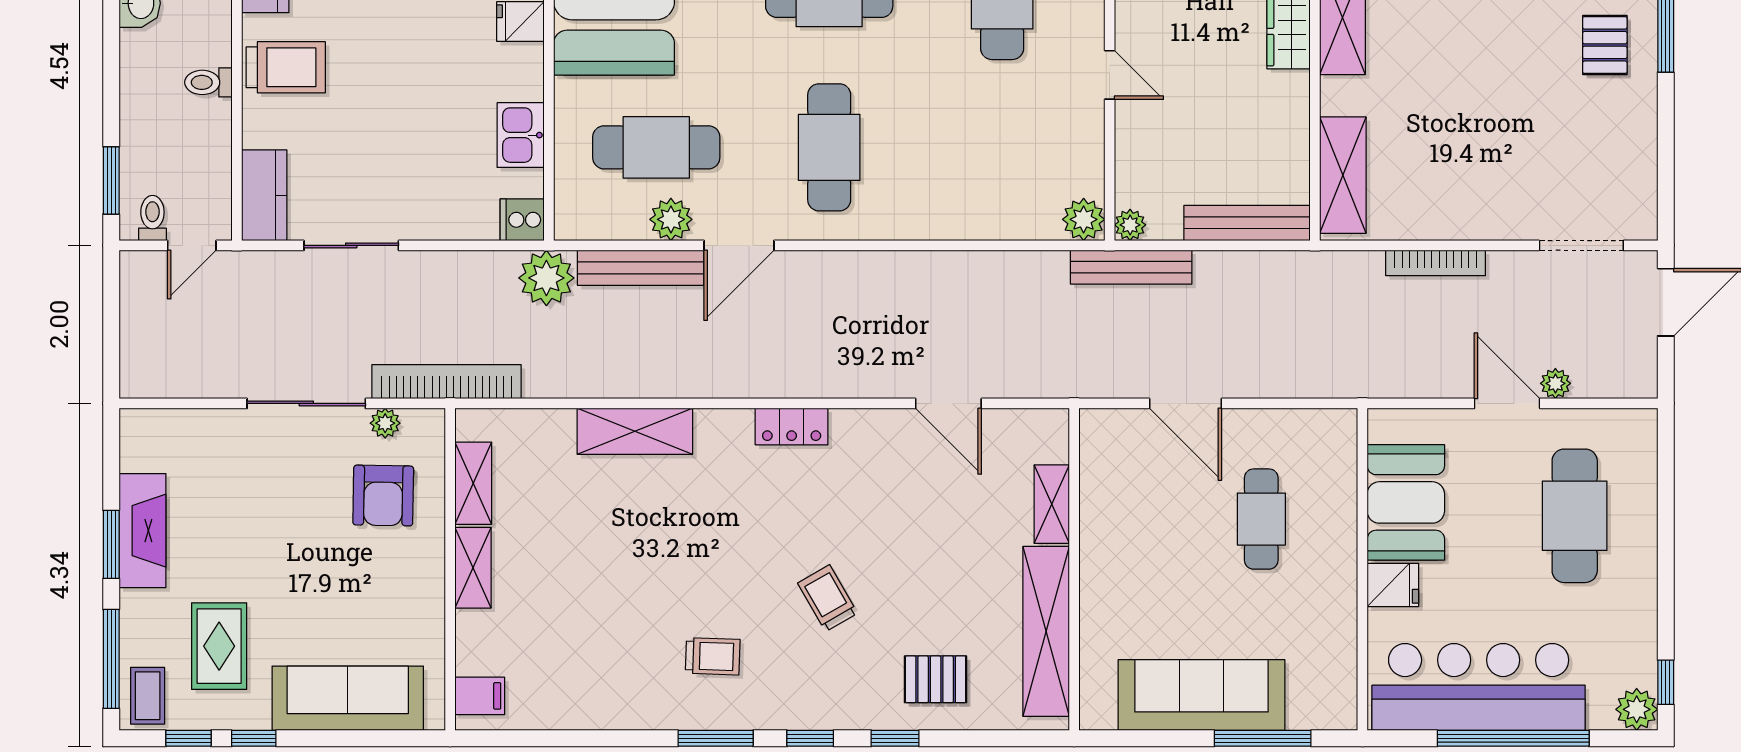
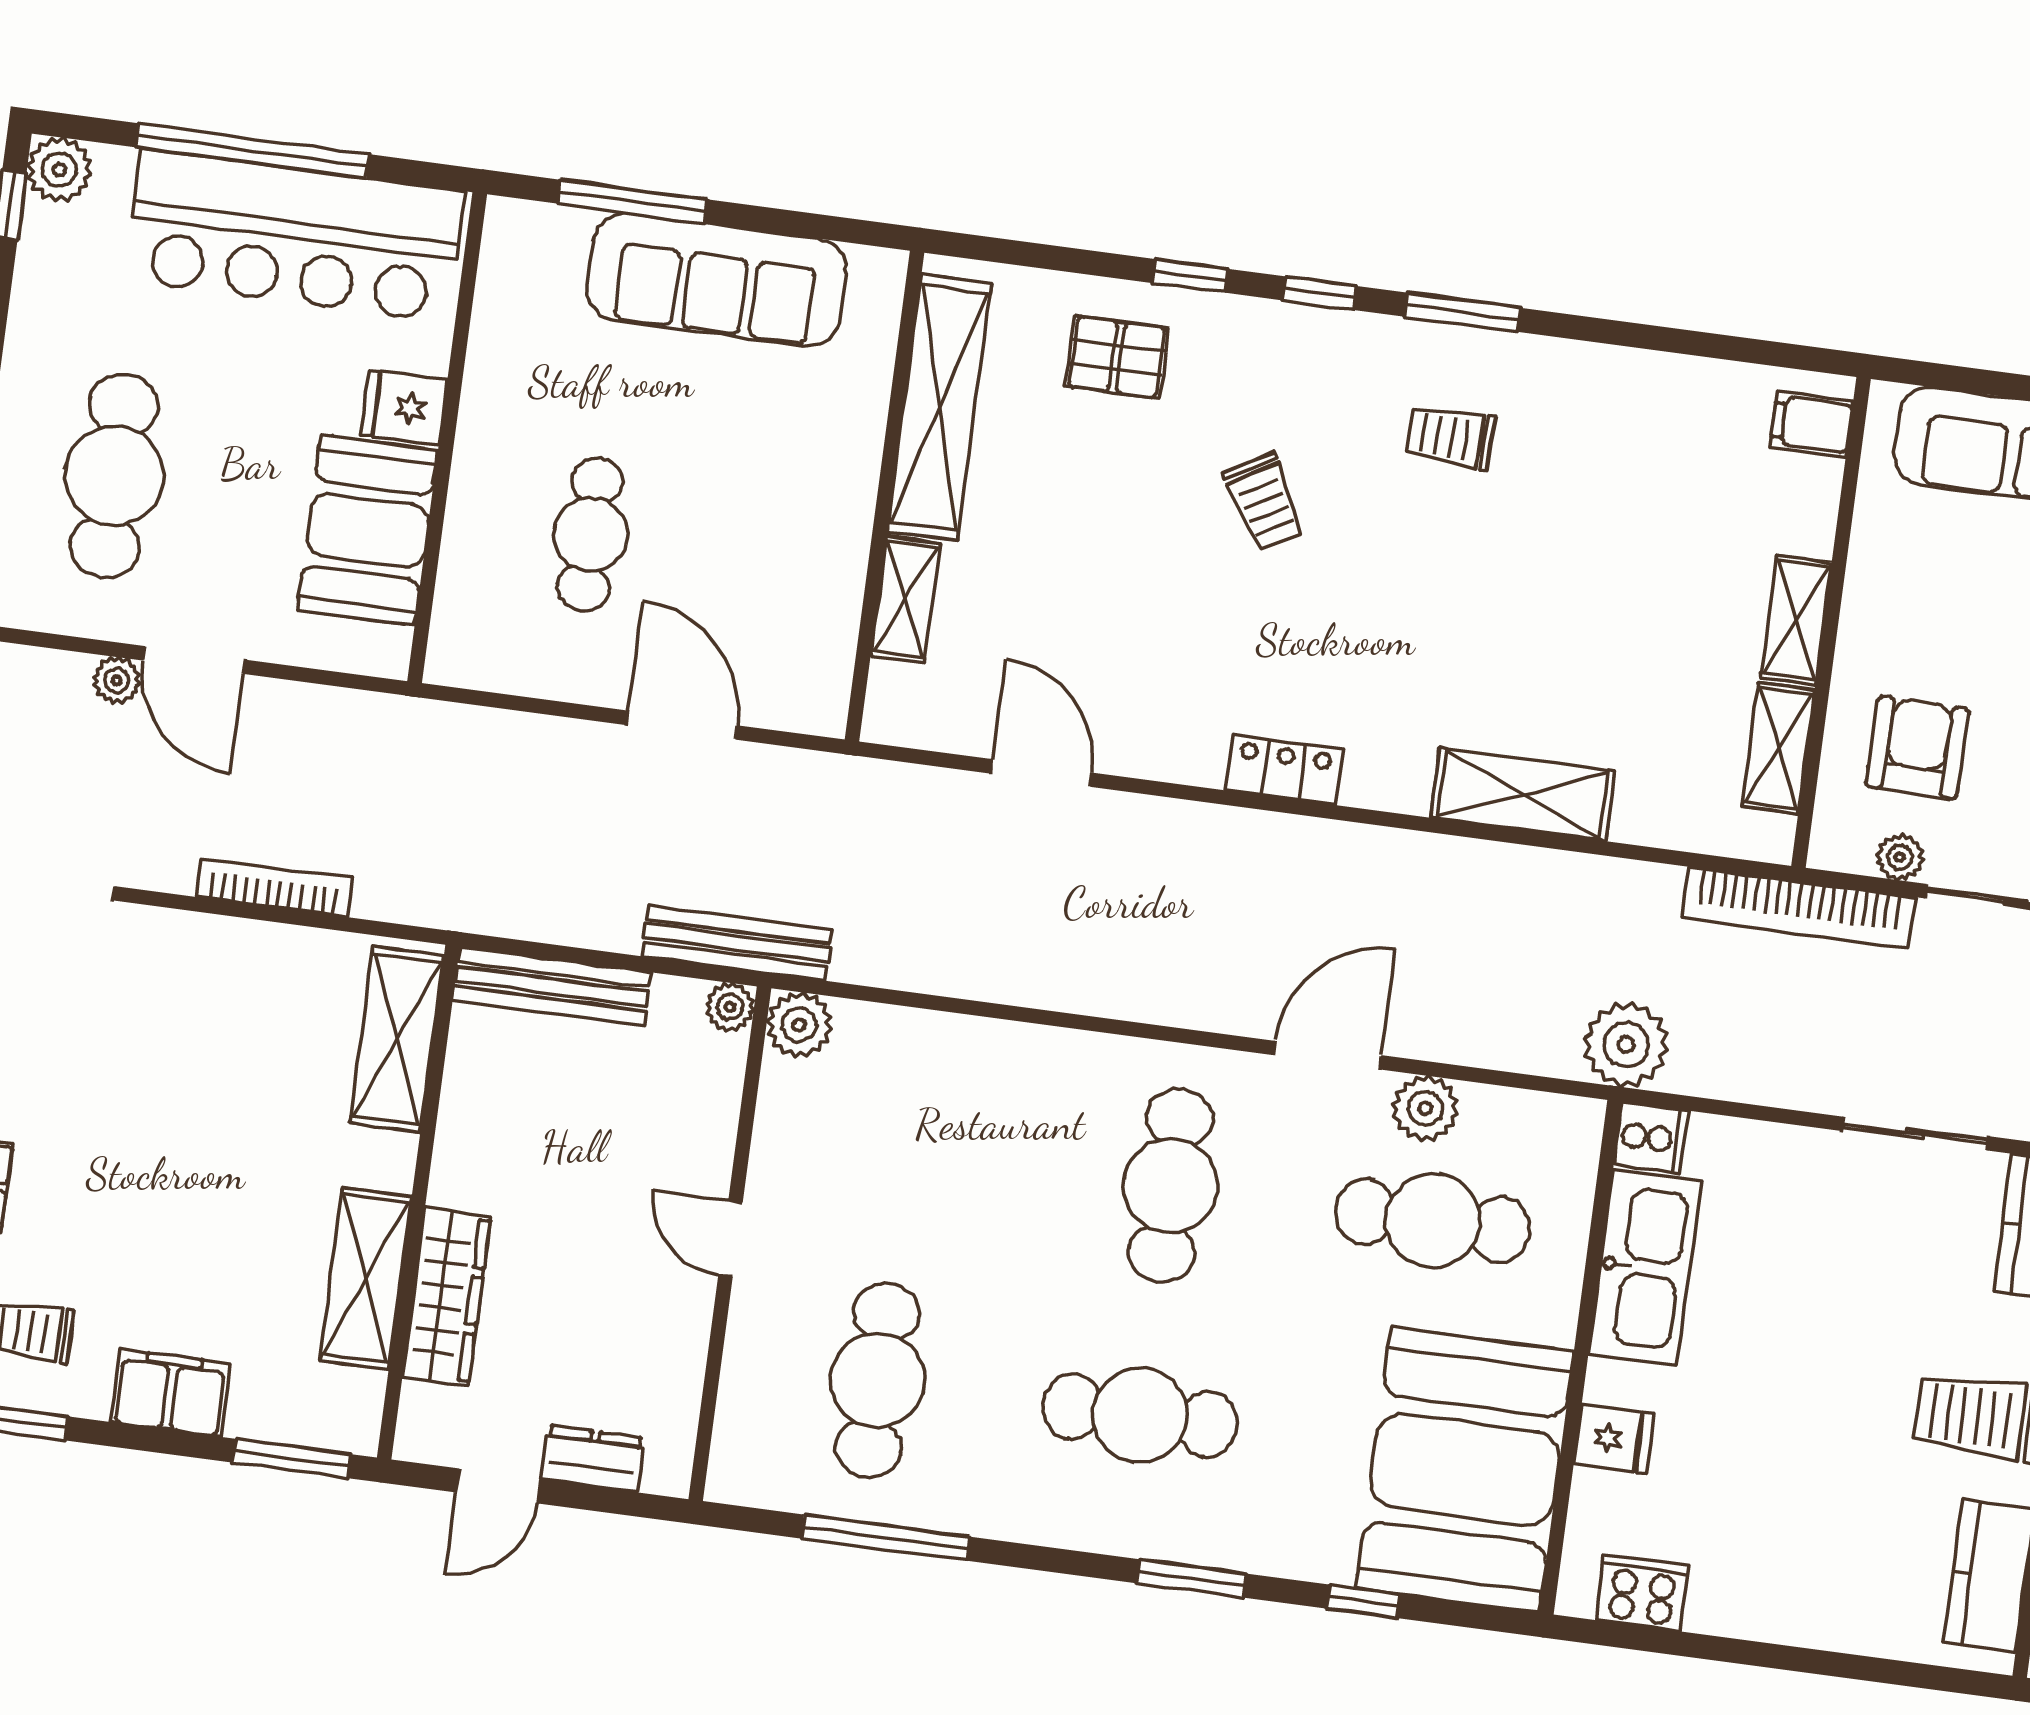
kitchen sink: (521, 135) -> (1645, 1268), width x1.87, depth x1.24
bench: (640, 268) -> (1481, 1041), removed

